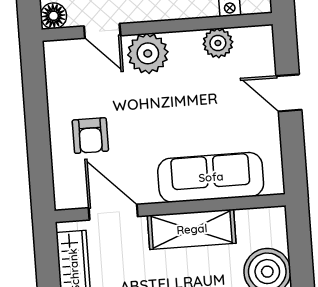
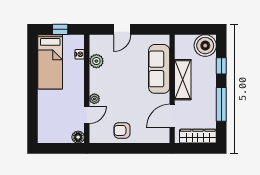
plant: (148, 53) -> (94, 99), width x0.53, depth x0.53
armchair: (90, 136) -> (122, 130), moved, turned 180

